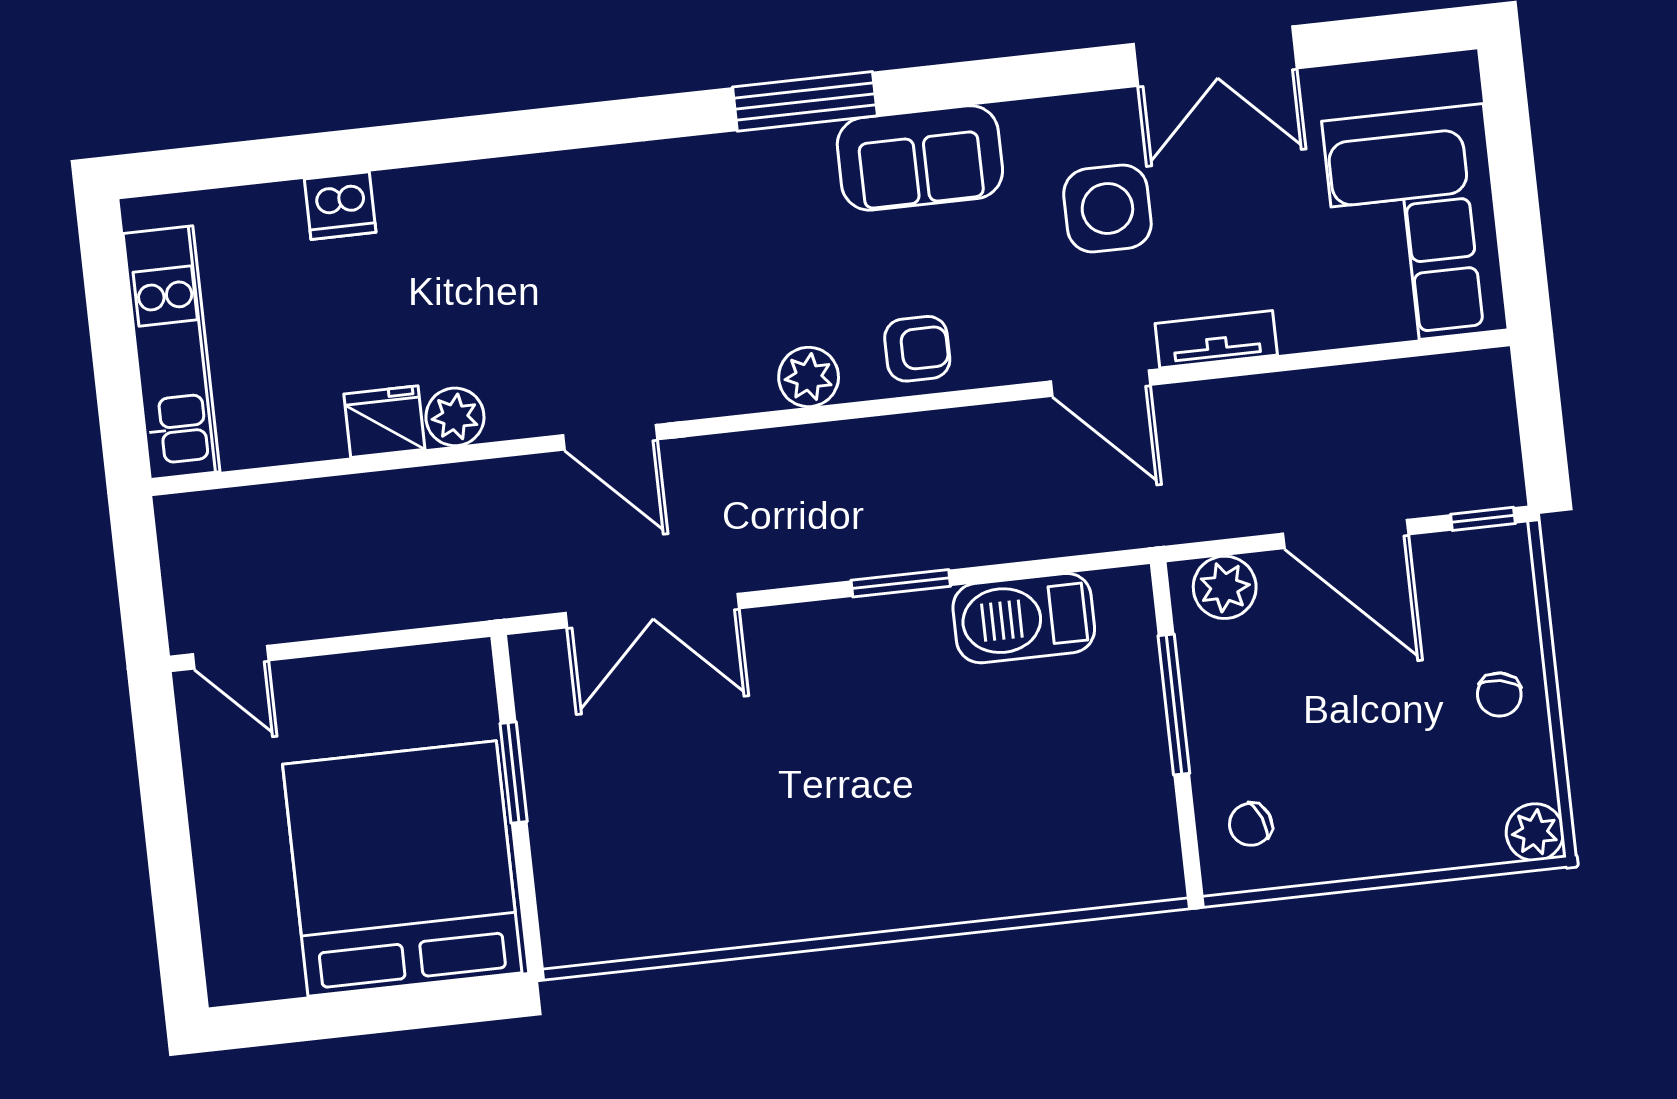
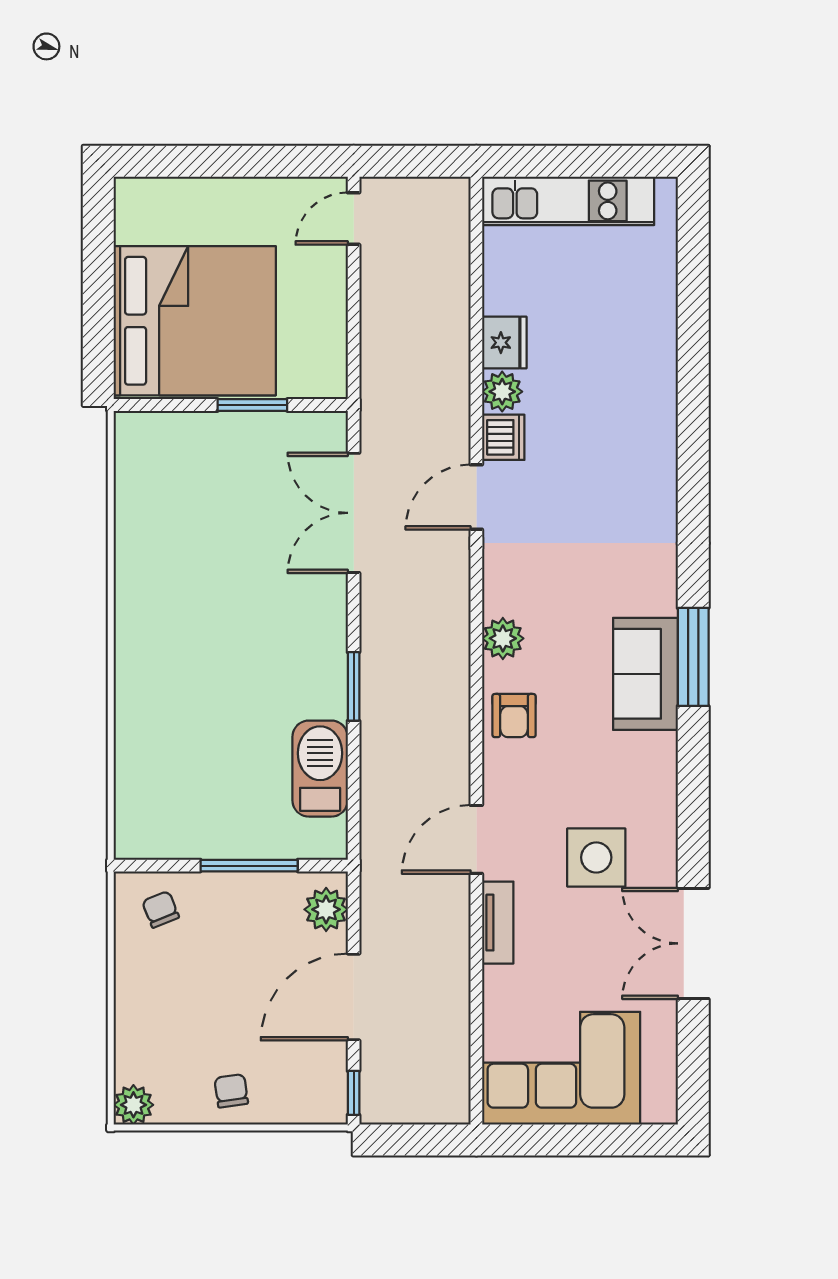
sofa: (920, 158) -> (645, 674), moved
dishwasher: (340, 206) -> (503, 437), moved, turned 180
chair: (1499, 694) -> (231, 1091), turned 71

